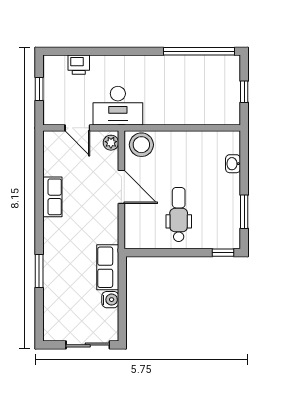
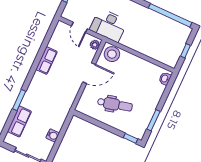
washbasin: (233, 164) -> (165, 79), moved
door: (121, 187) -> (89, 73), hinge flipped
dental chair: (179, 215) -> (115, 104), turned 76
row of seats: (108, 267) -> (19, 121), moved, turned 180

